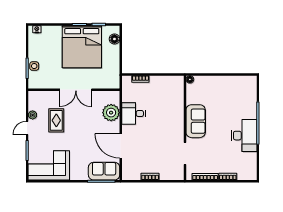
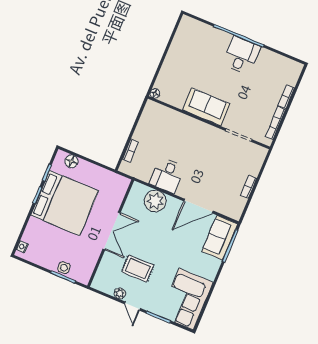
desk: (244, 136) -> (241, 56), width x0.73

